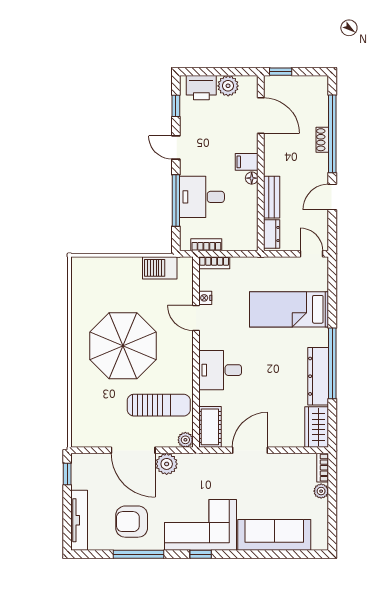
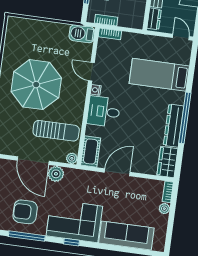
barbecue: (160, 268) -> (82, 34), moved
nightstand: (205, 298) -> (96, 90), moved

